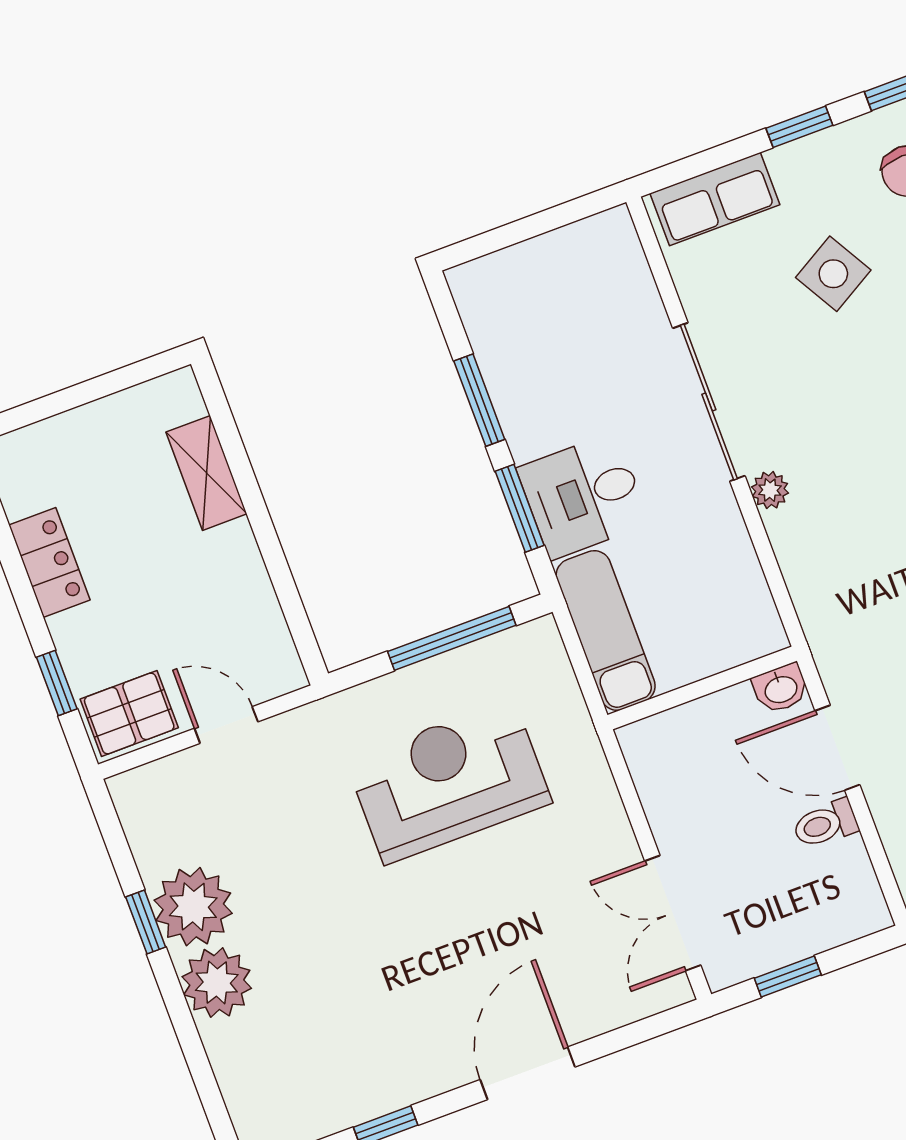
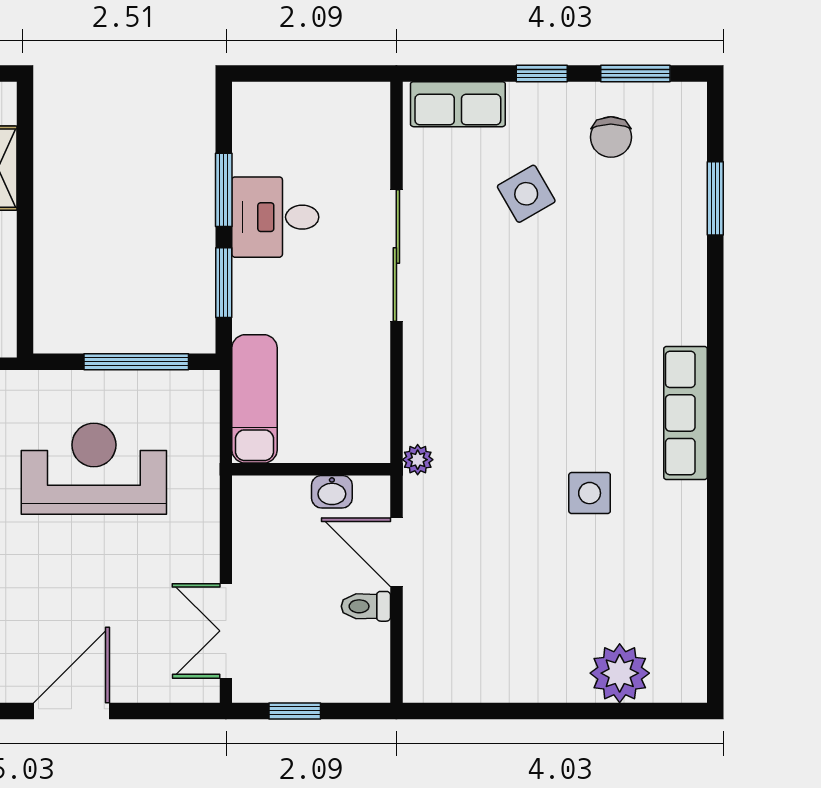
plant: (770, 490) -> (418, 460), moved
desk: (583, 496) -> (275, 217), moved
washbasin: (781, 689) -> (332, 492), moved

